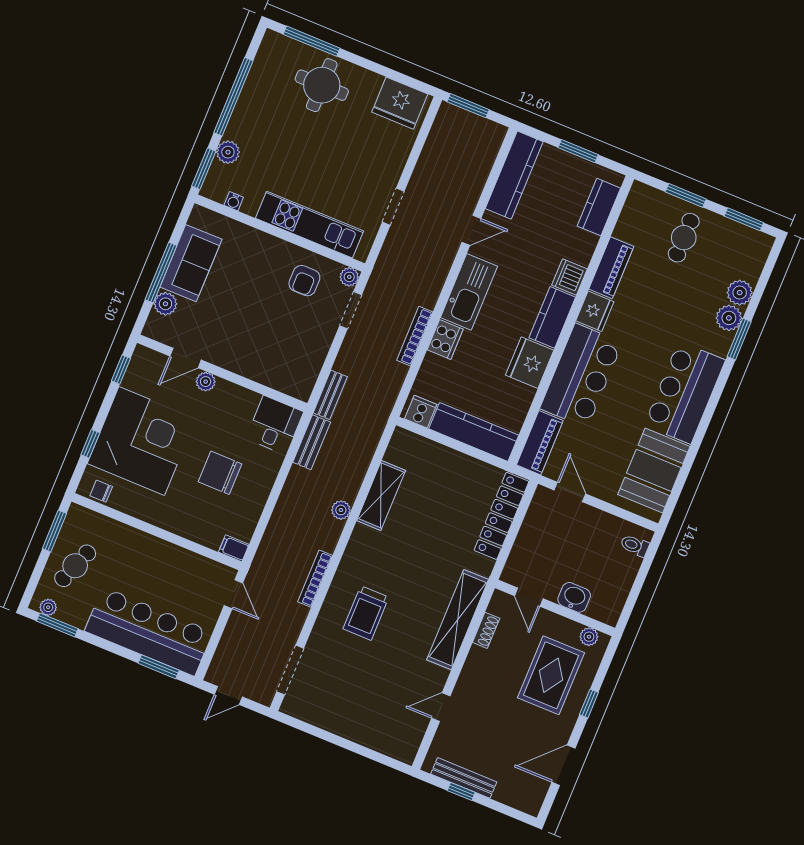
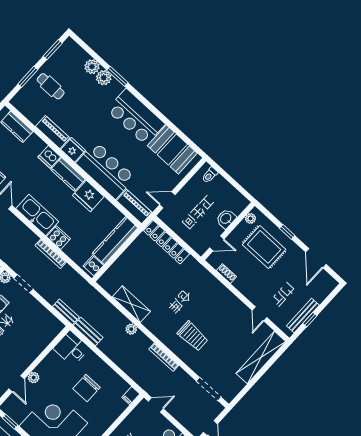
shelving: (458, 620) -> (261, 358), moved, turned 90

